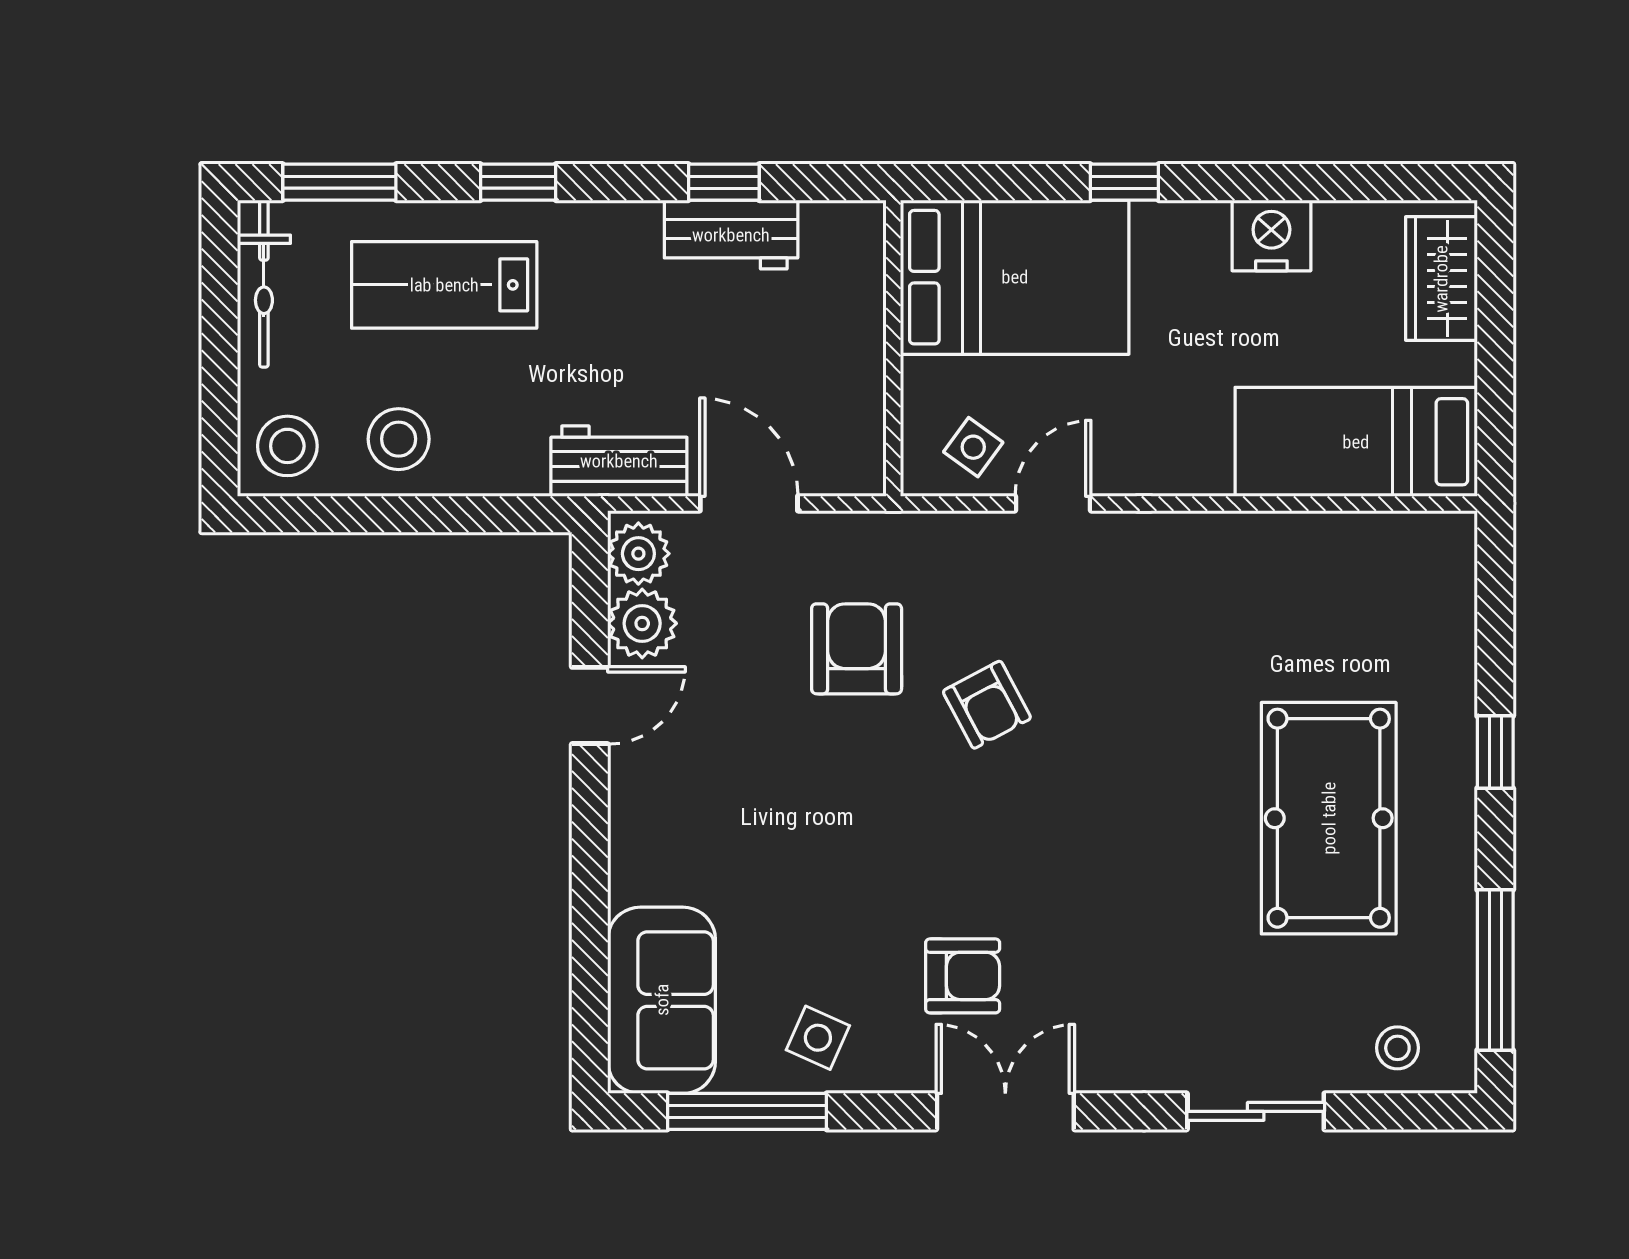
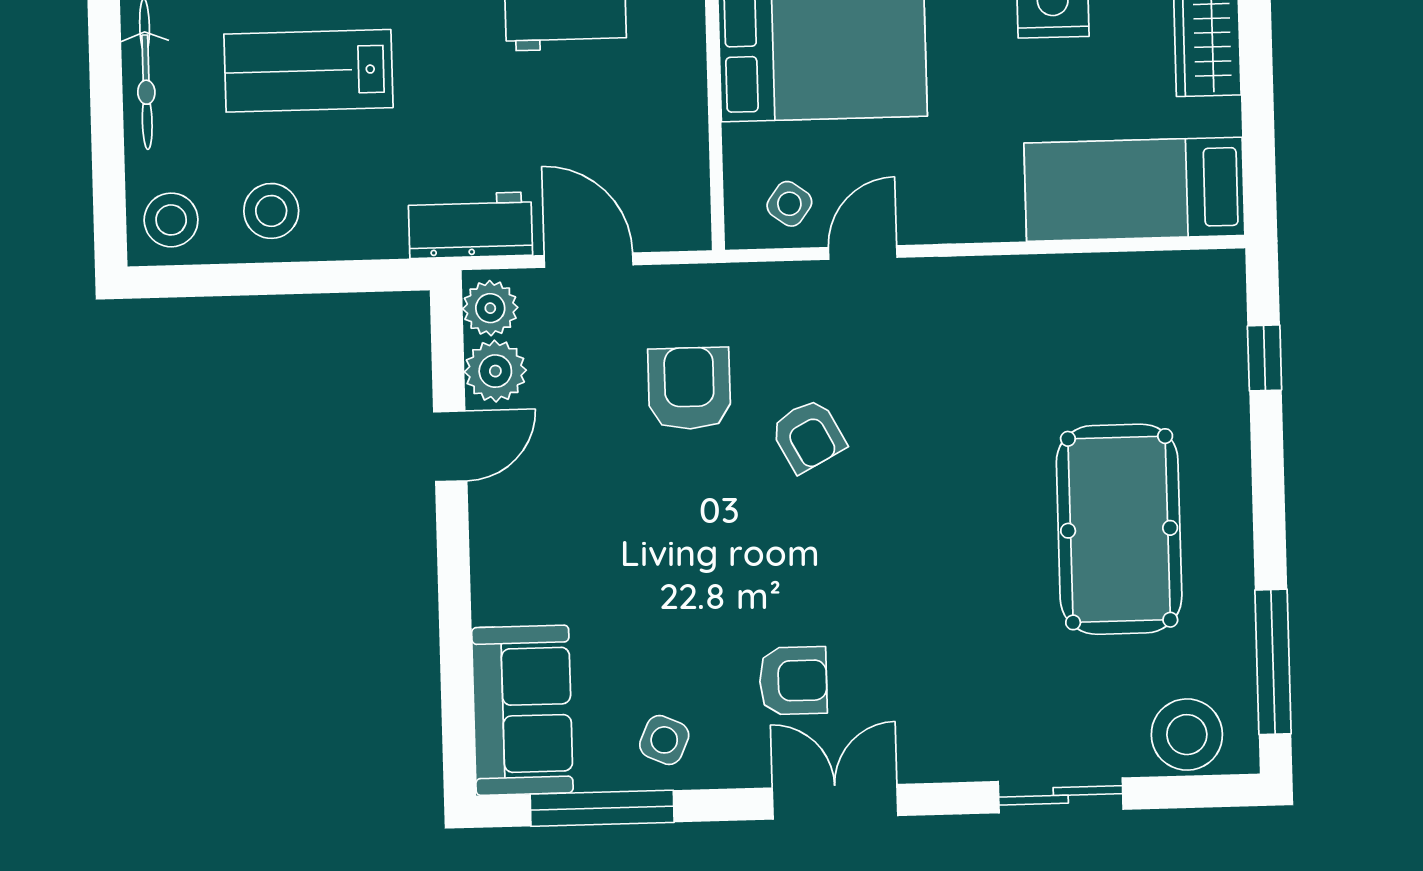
window: (1495, 752) -> (1265, 358), moved
stool: (1397, 1048) -> (1187, 735), width x1.89, depth x1.89

